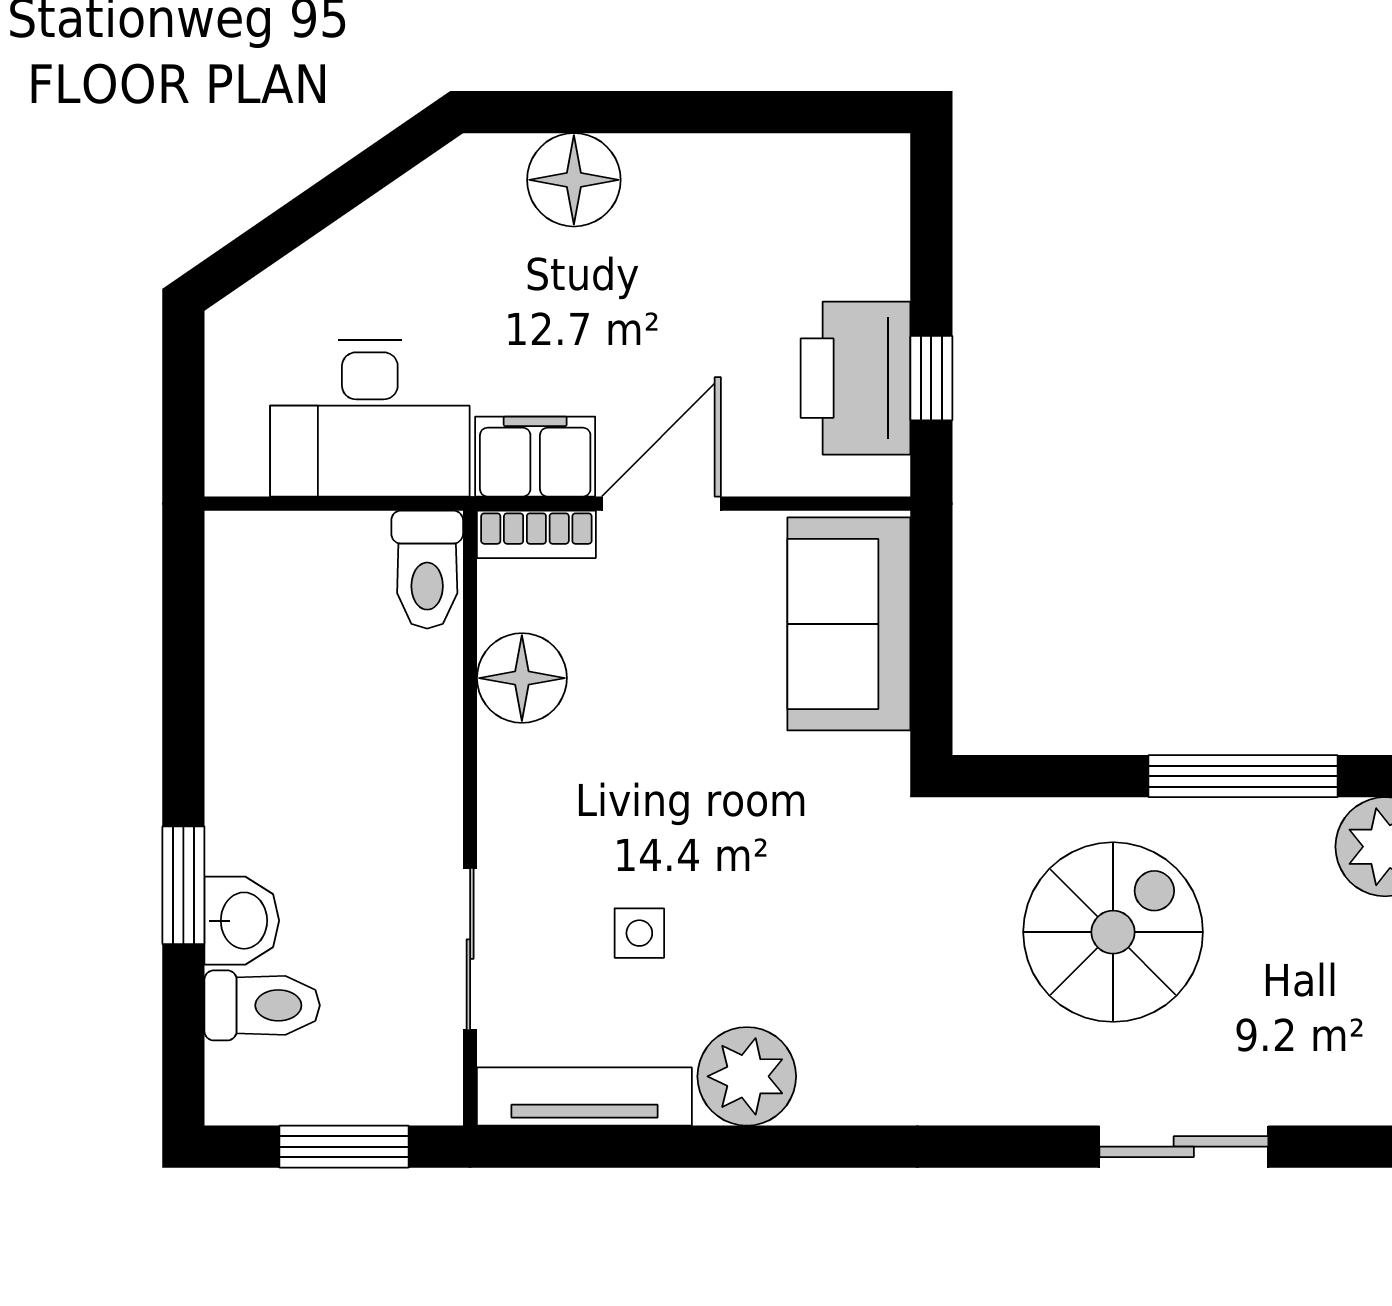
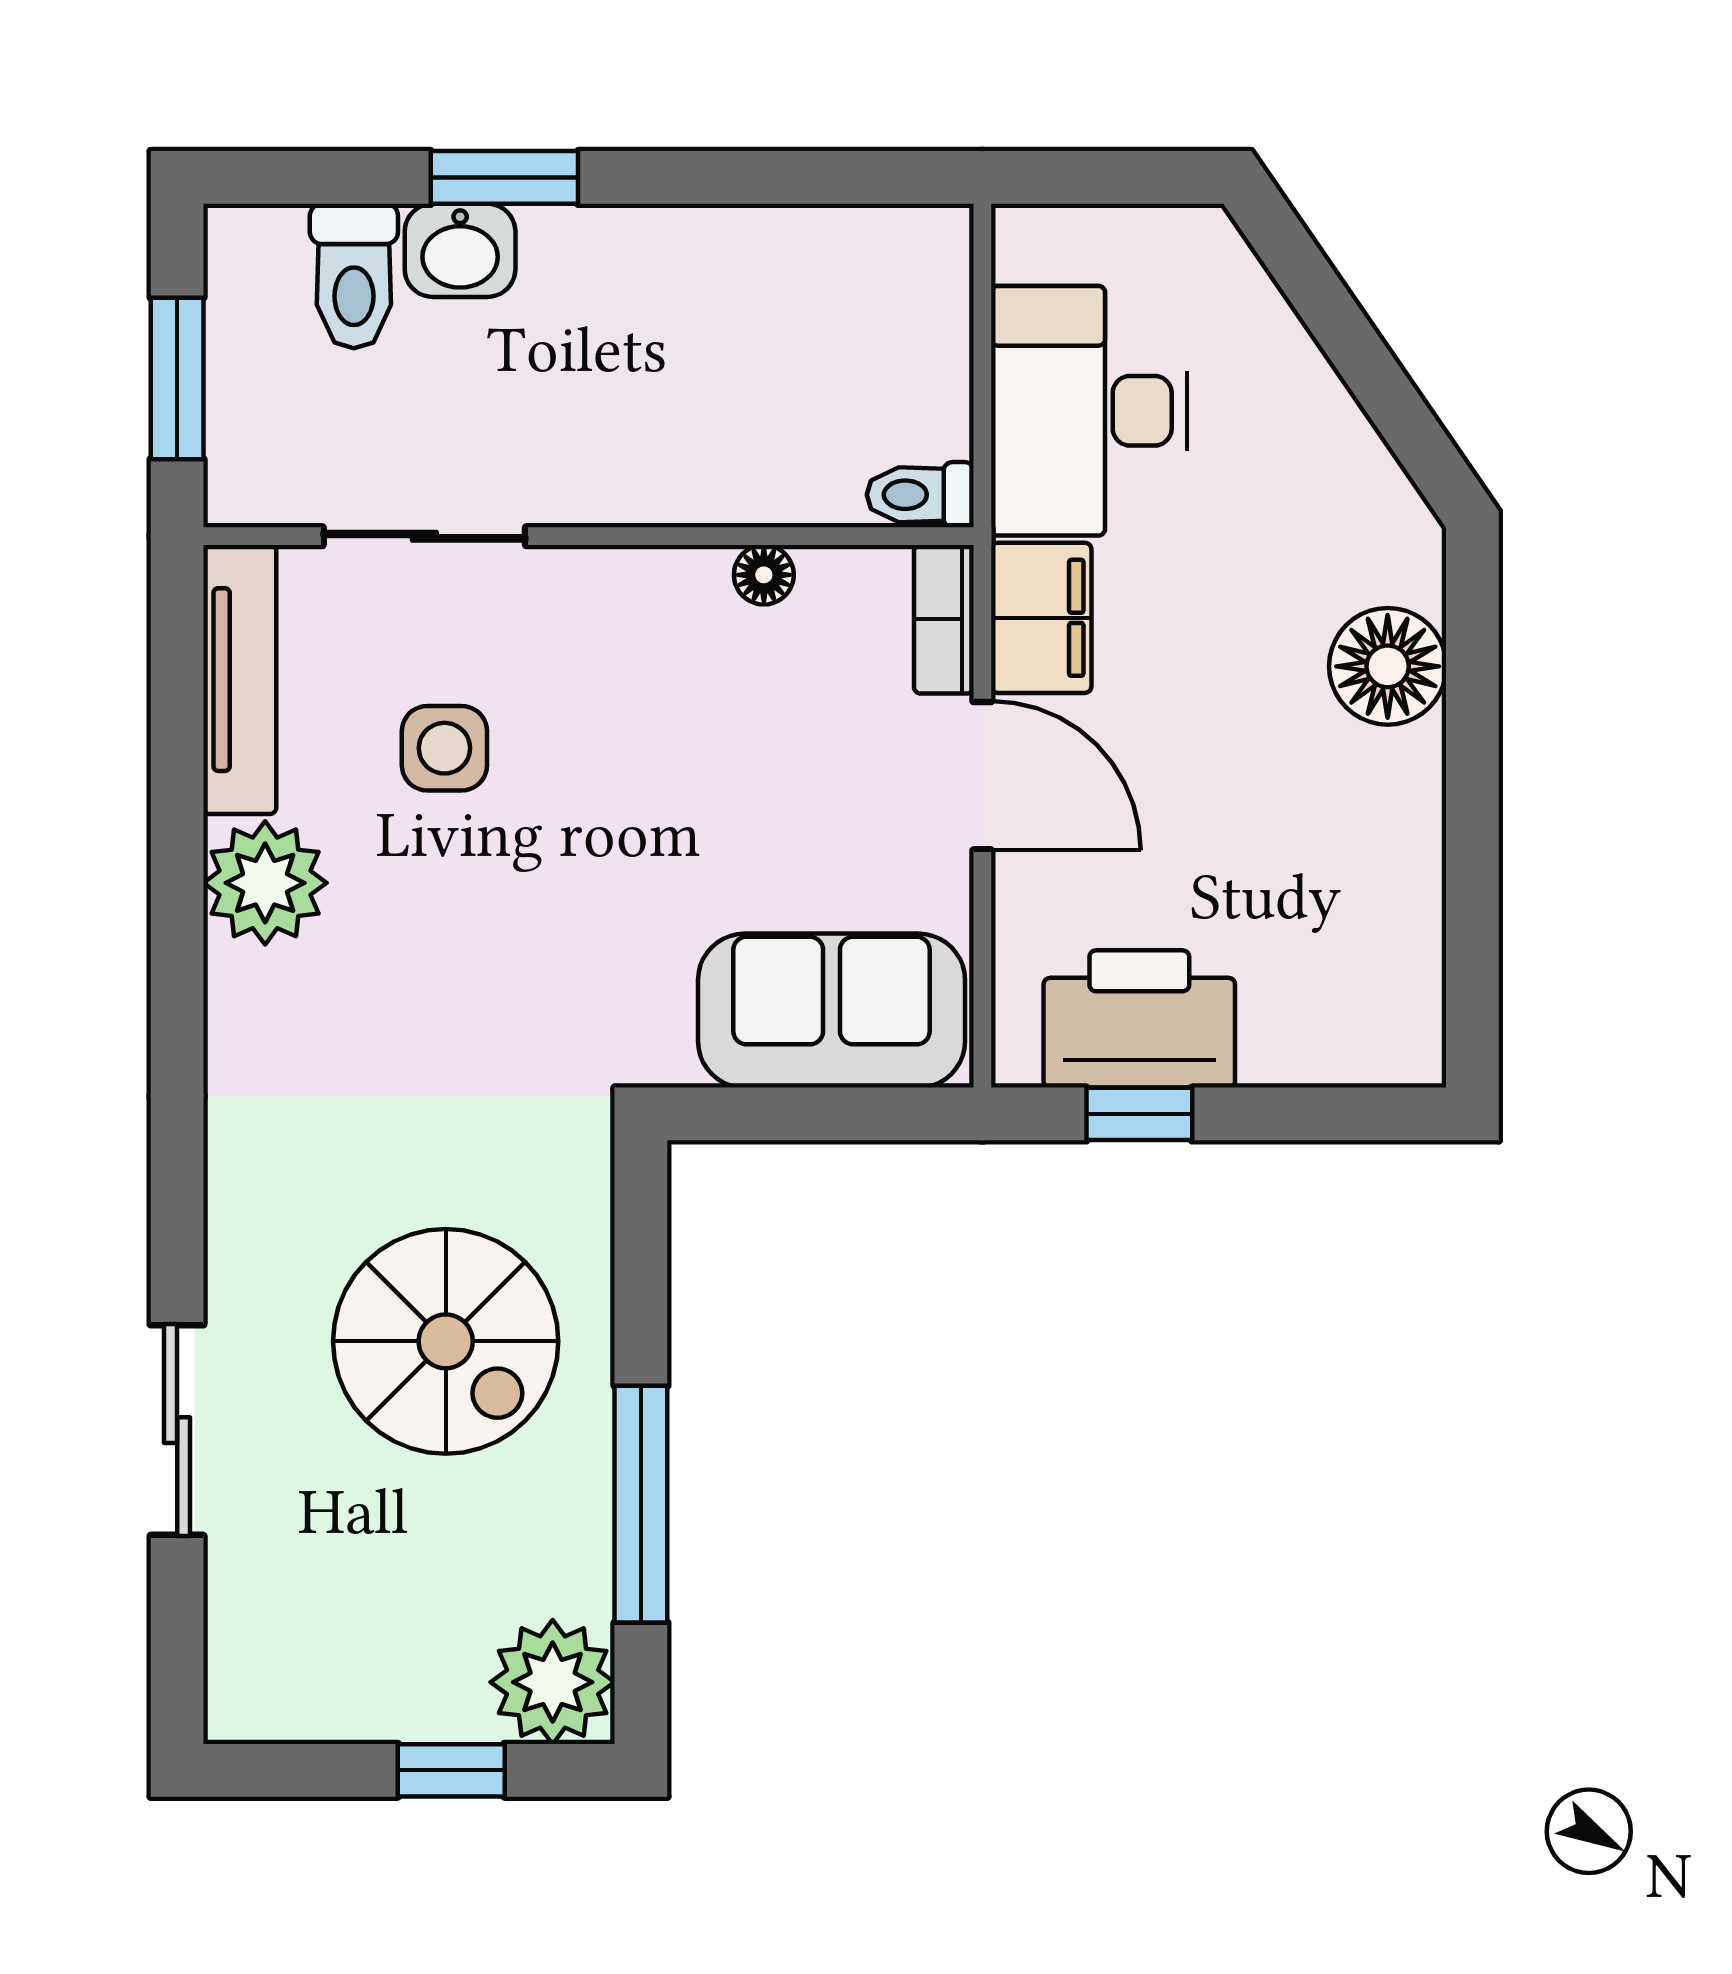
toilet: (427, 570) -> (920, 495), width x0.73, depth x0.72
floor lamp: (522, 678) -> (764, 575), width x0.53, depth x0.53
side table: (639, 933) -> (444, 748), width x1.37, depth x1.37

